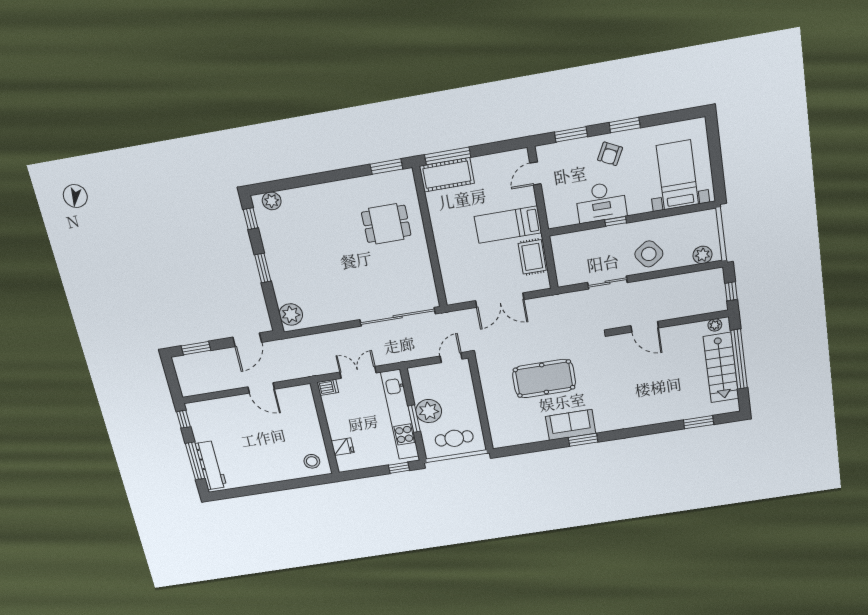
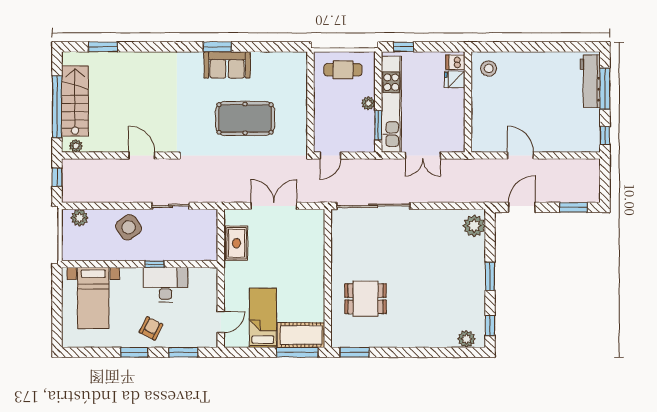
bed: (508, 225) -> (263, 318), moved, turned -90
dishwasher: (328, 387) -> (455, 62), moved
plant: (429, 411) -> (368, 103), width x0.53, depth x0.53
window: (414, 419) -> (378, 125), moved

